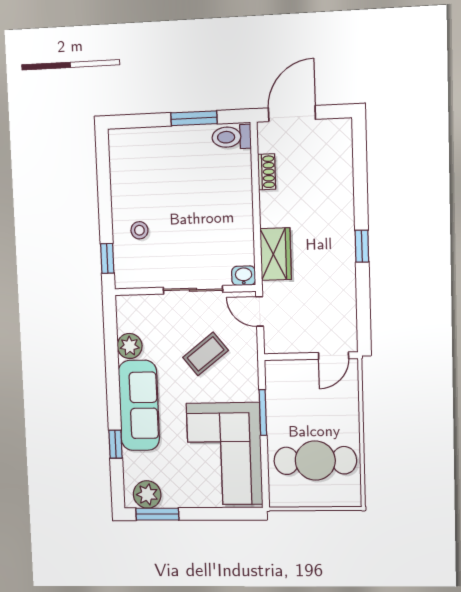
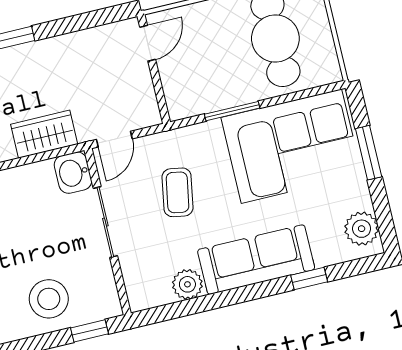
stool: (139, 230) -> (49, 299), width x1.89, depth x1.89
washbasin: (244, 276) -> (73, 173), width x1.38, depth x1.45
coffee table: (206, 354) -> (178, 192), turned 48
door: (334, 356) -> (148, 43), hinge flipped
window: (157, 514) -> (369, 153), moved

